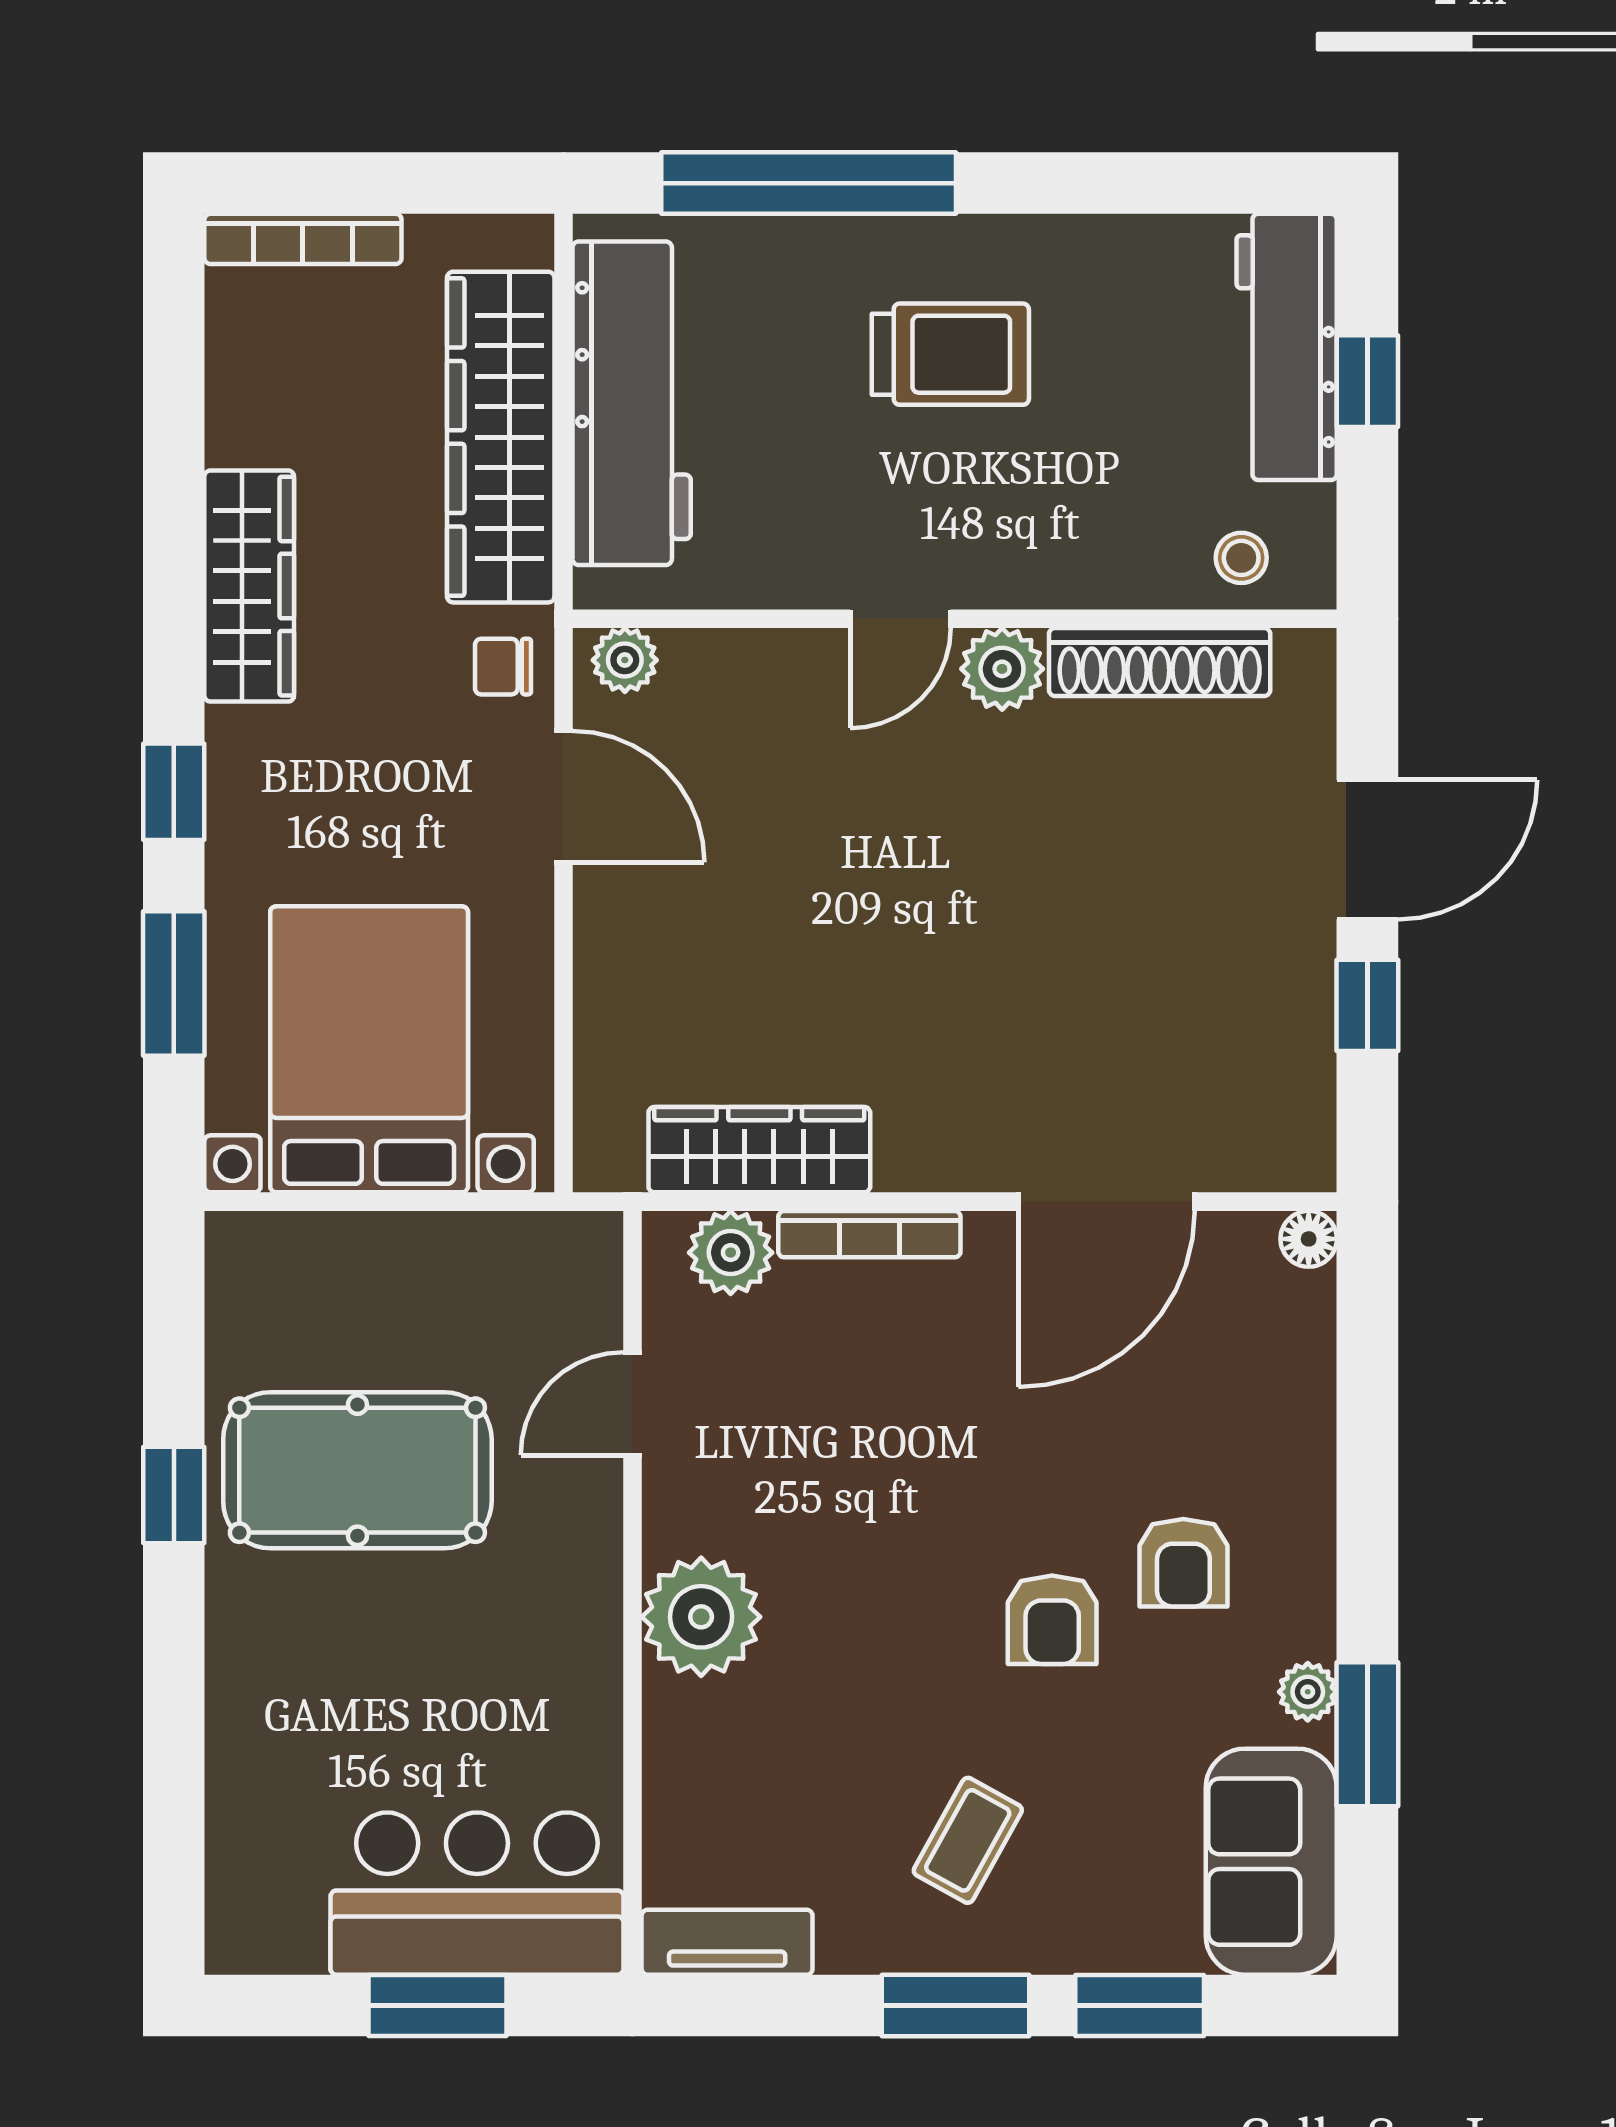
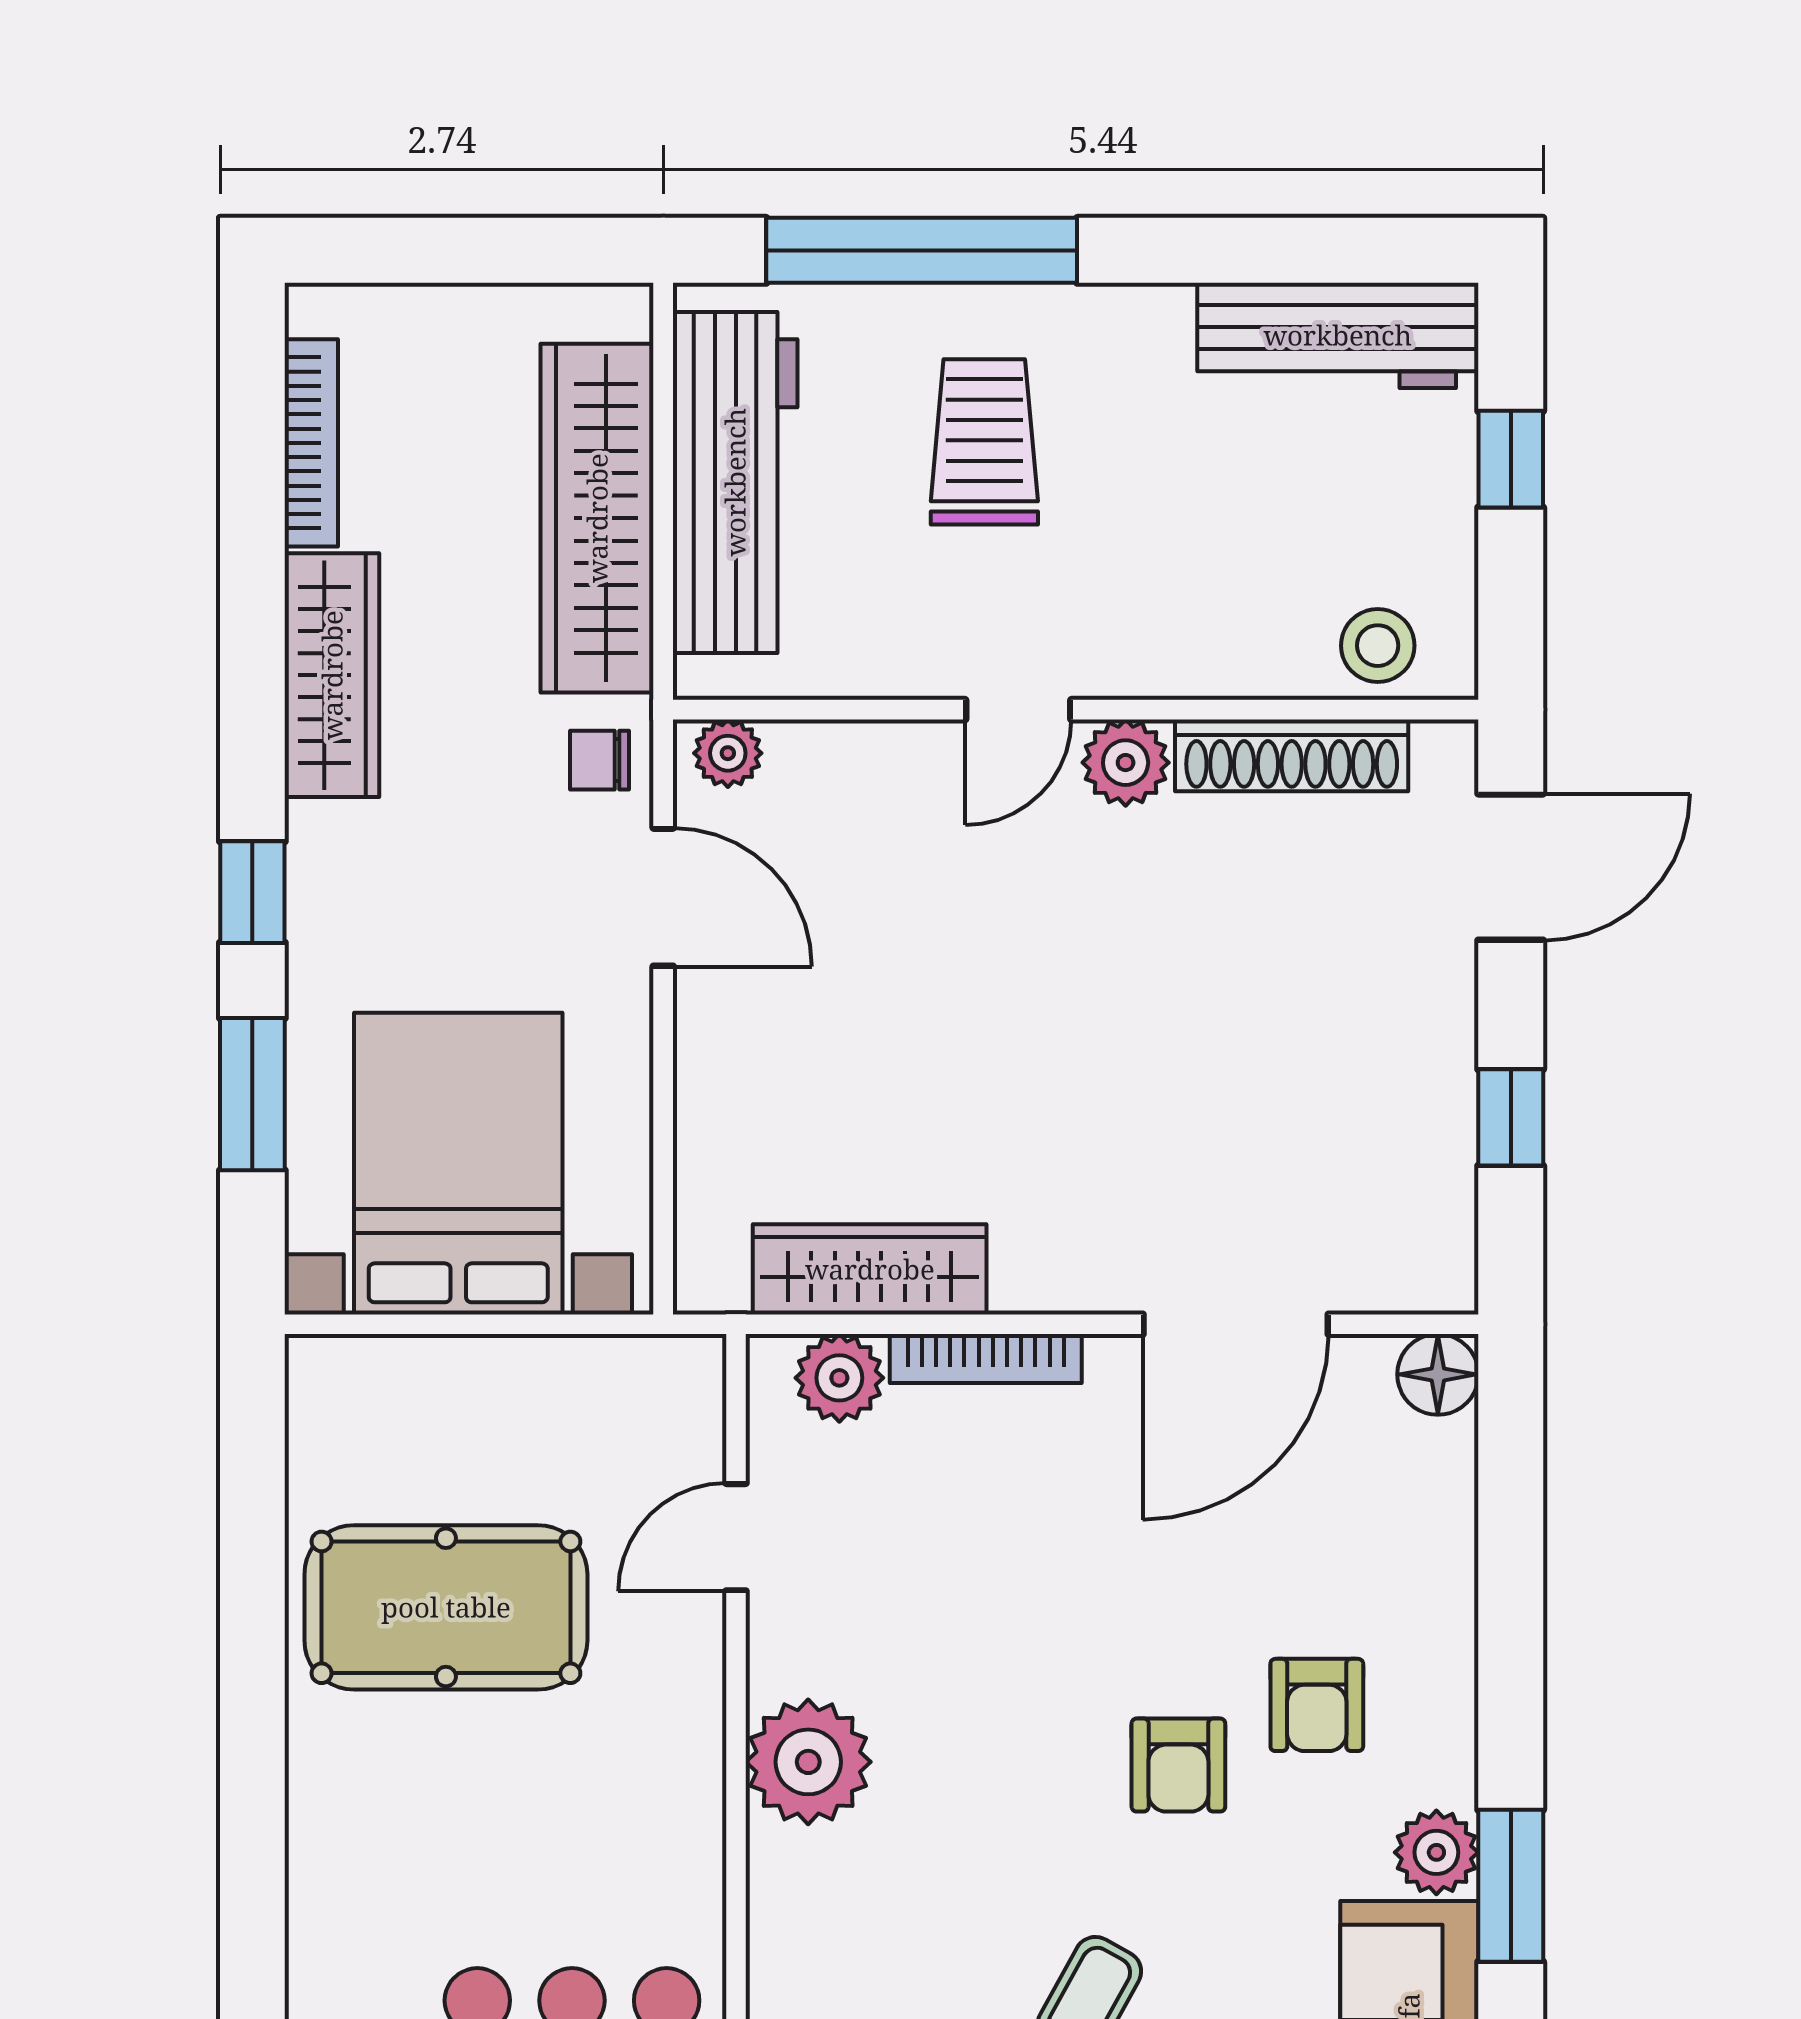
bookcase: (303, 239) -> (311, 443), moved, turned -90
workbench: (1287, 347) -> (1338, 335), moved, turned -90
trolley: (950, 354) -> (984, 442), moved, turned -90
stool: (1241, 558) -> (1378, 646), width x1.37, depth x1.37
door: (1367, 850) -> (1511, 867), moved
floor lamp: (1309, 1239) -> (1438, 1374), width x1.37, depth x1.37
window: (174, 1495) -> (252, 1633), removed
plant: (1308, 1692) -> (1436, 1852), width x1.38, depth x1.38

